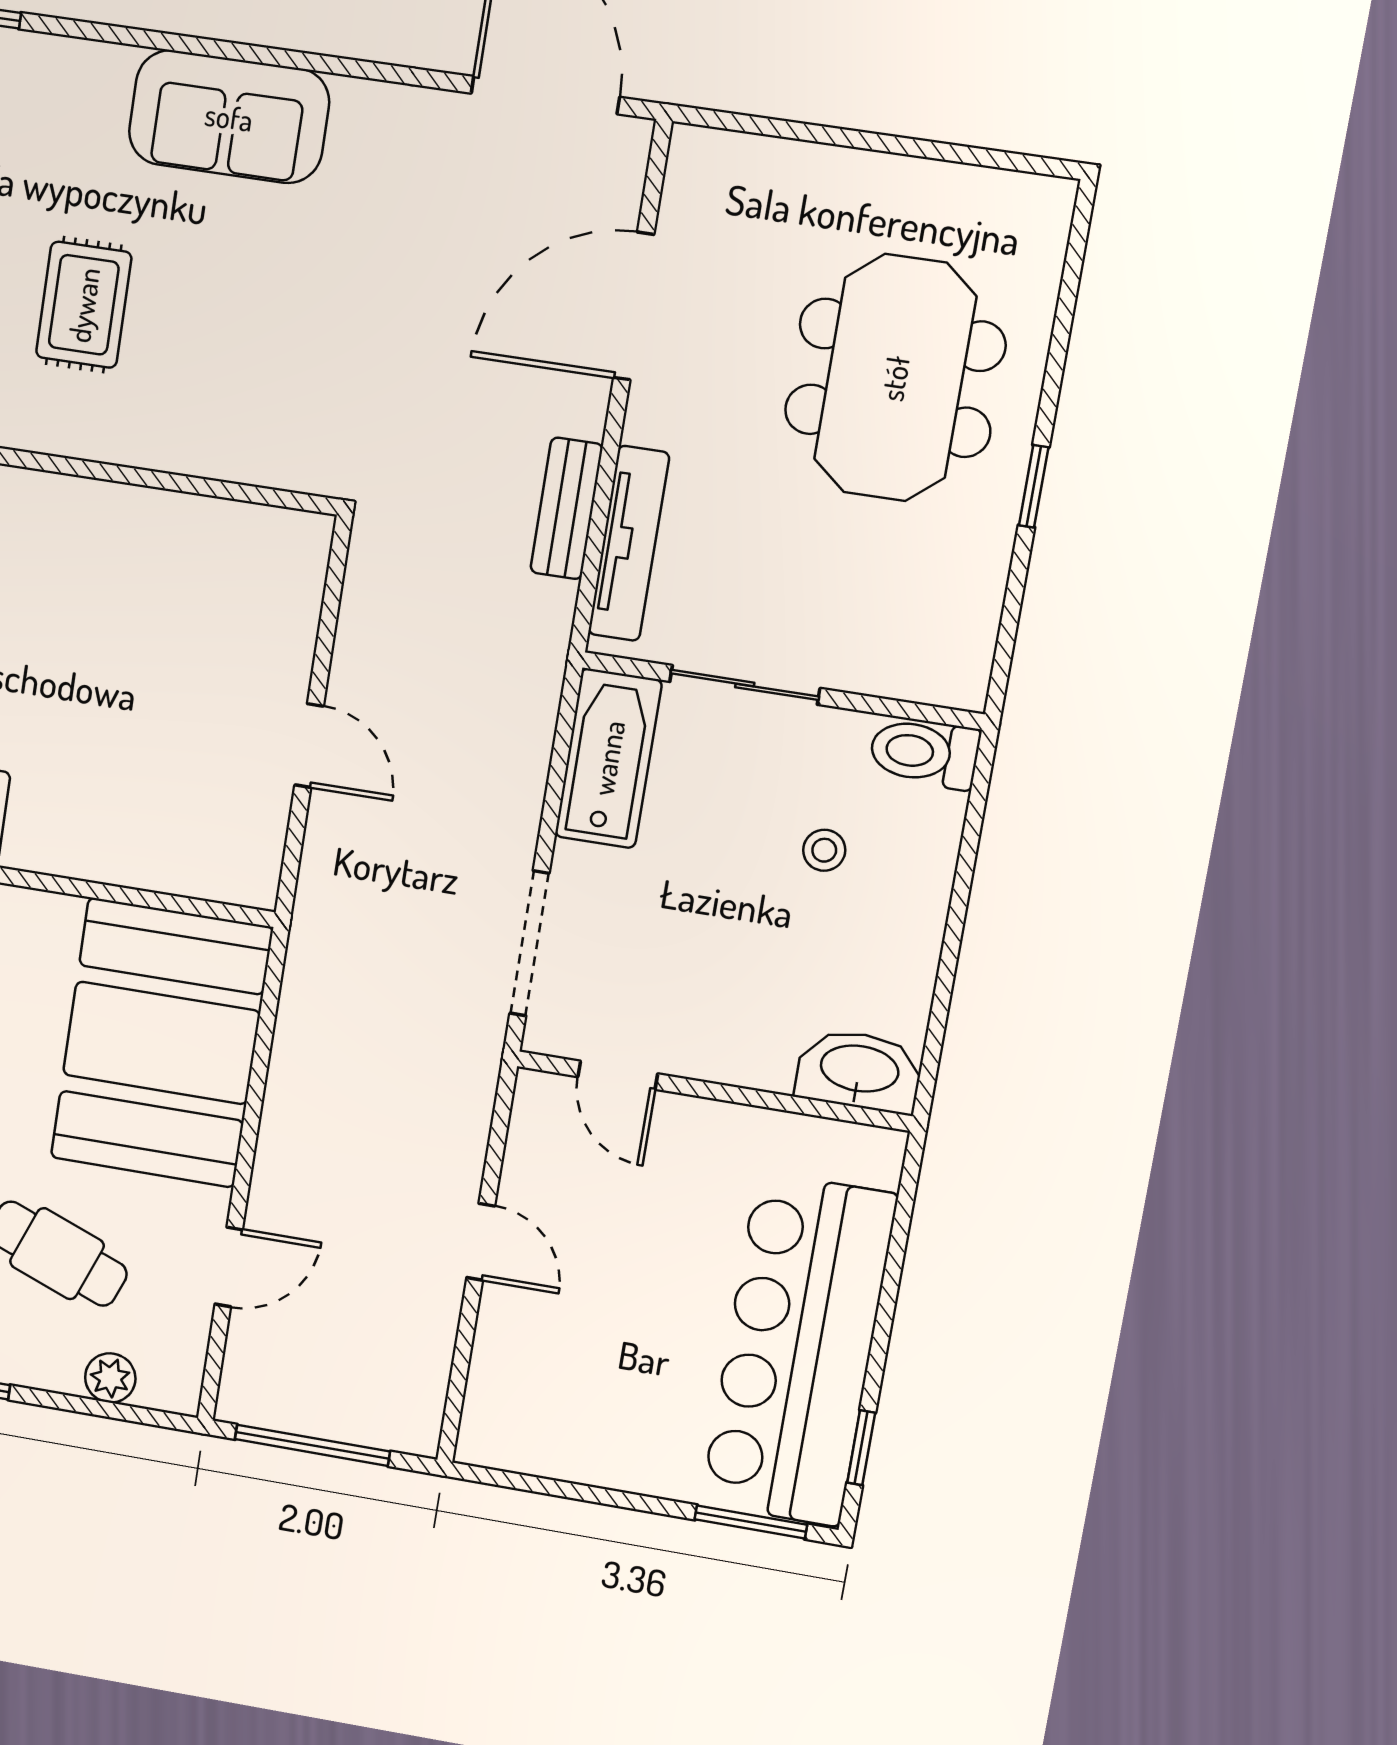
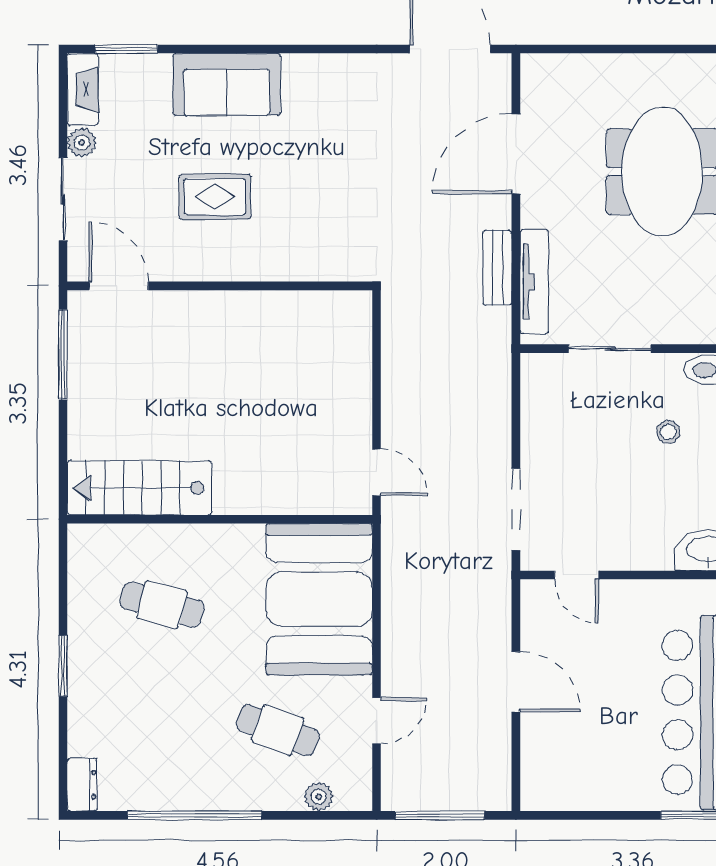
sofa: (229, 117) -> (227, 84), moved
rug: (84, 305) -> (215, 197), turned 90
door: (309, 746) -> (377, 472), moved
bathtub: (608, 758) -> (542, 400), removed
door: (481, 1242) -> (516, 682), width x1.38

